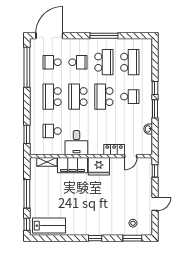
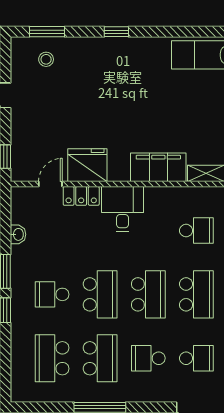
school desk: (104, 62) -> (100, 358), turned 180
desk: (76, 143) -> (123, 209), moved
fridge: (99, 166) -> (87, 165), moved

